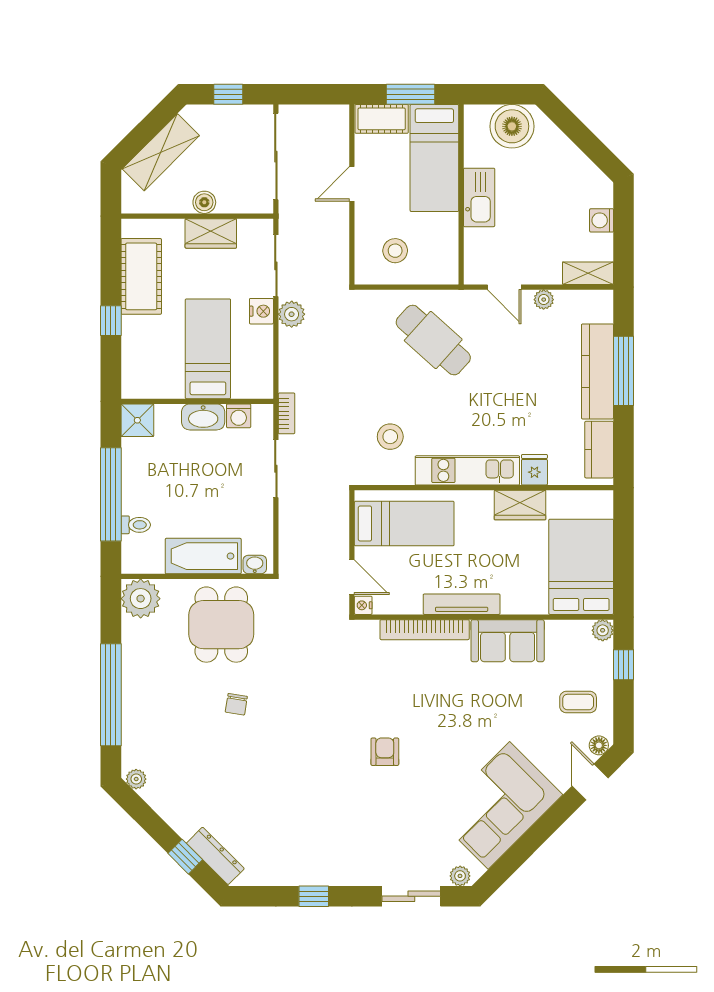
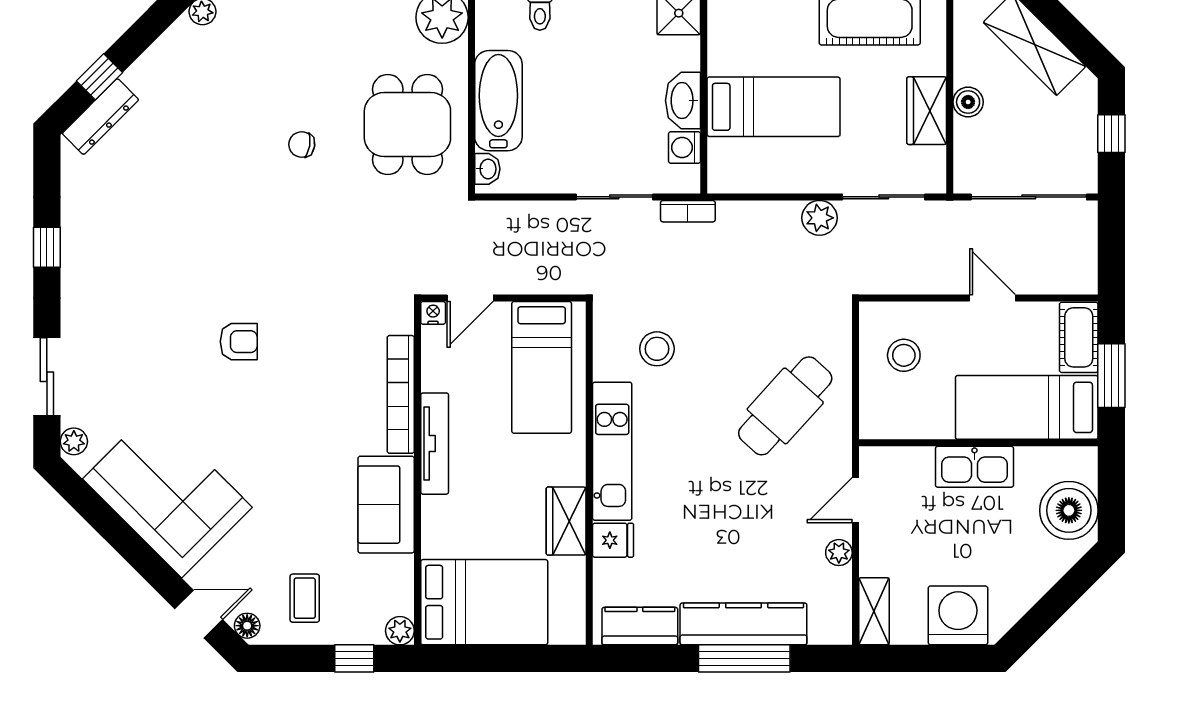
washing machine: (602, 220) -> (958, 615), width x1.89, depth x1.89
nightstand: (261, 311) -> (824, 178), removed
dining table: (221, 625) -> (407, 125), turned 90

